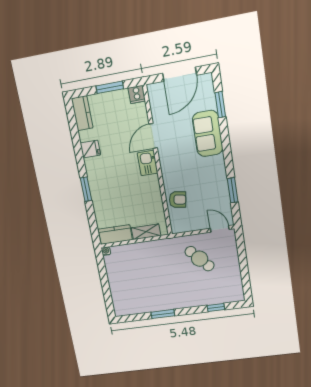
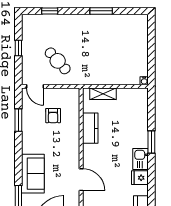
door: (153, 136) -> (81, 180), hinge flipped
kitchen sink: (148, 163) -> (140, 159), moved, turned 180
armchair: (178, 200) -> (53, 116), moved, turned -99
kitchen counter: (115, 234) -> (90, 128), moved, turned -90
window: (244, 266) -> (18, 48), added

